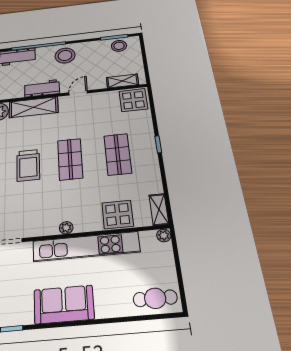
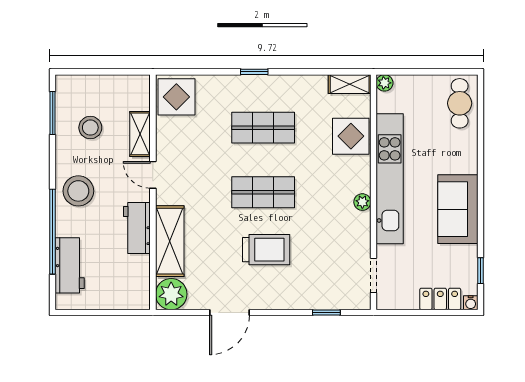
stool: (119, 46) -> (90, 128), moved
shelving: (122, 81) -> (140, 134), moved

